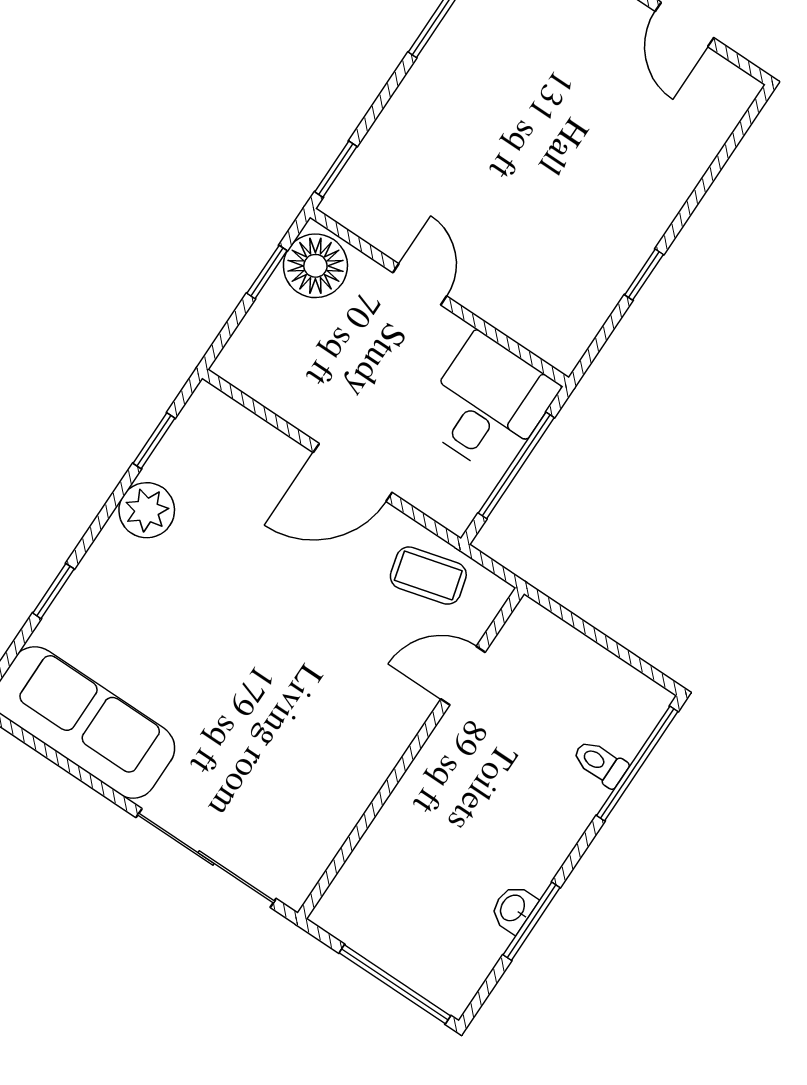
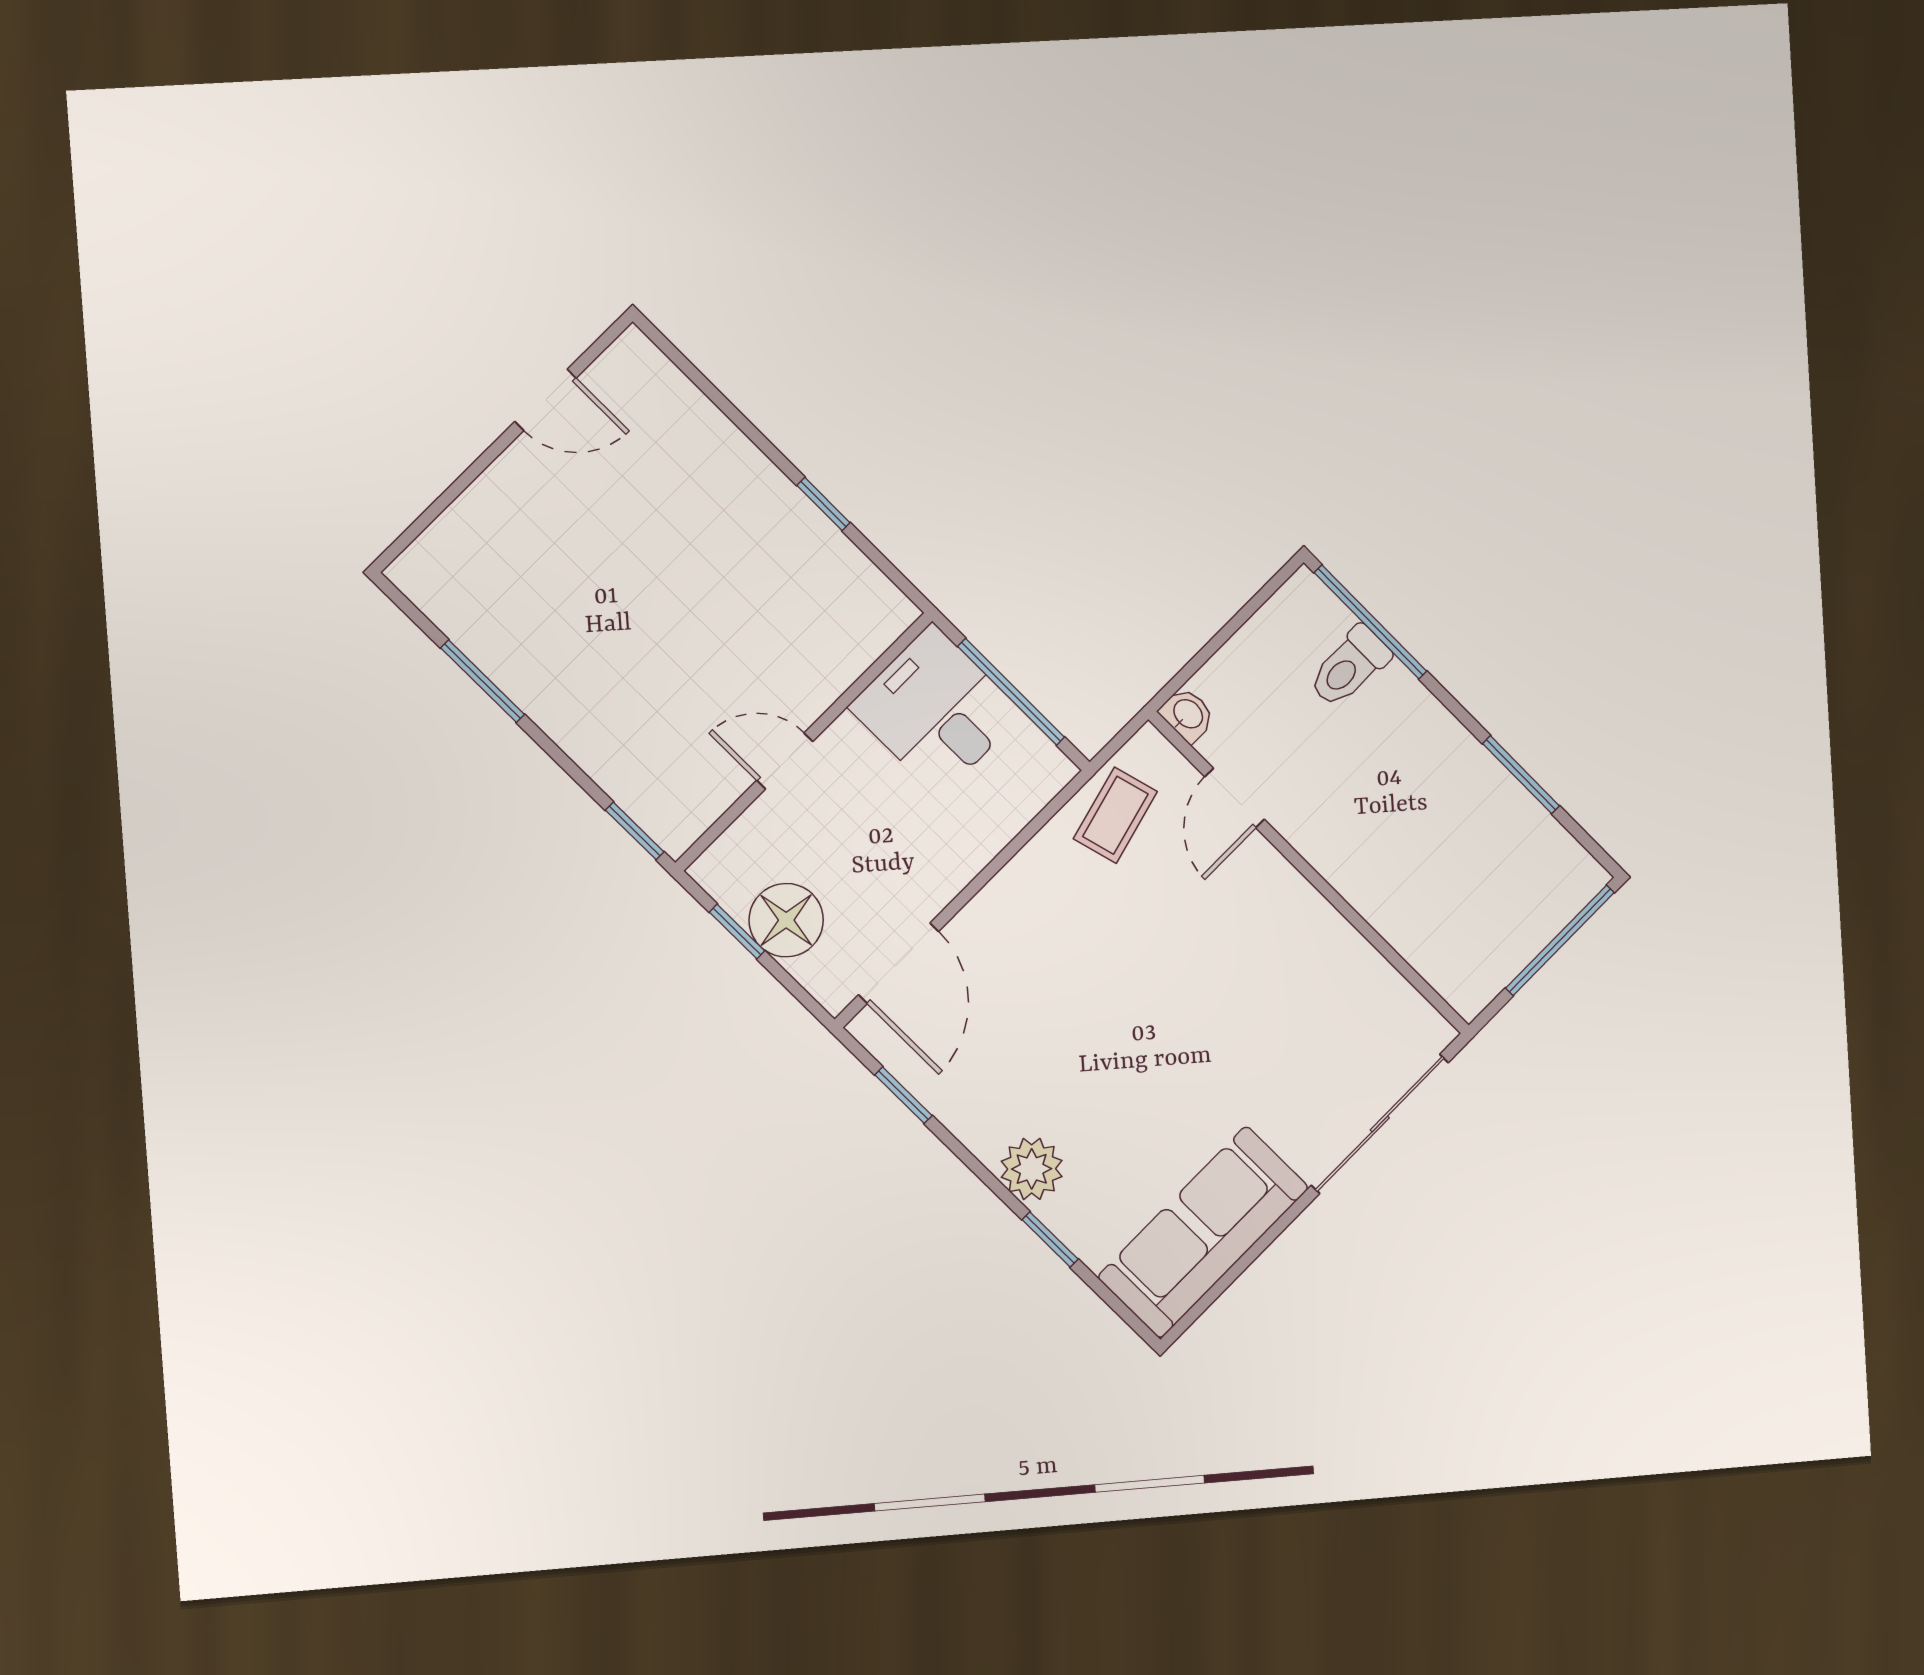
floor lamp: (315, 266) -> (786, 920), moved
door: (353, 472) -> (899, 963), moved
plant: (147, 510) -> (1032, 1169), moved
toilet: (600, 763) -> (1349, 667), width x1.37, depth x1.39
washbasin: (513, 909) -> (1187, 715), moved, turned 180

